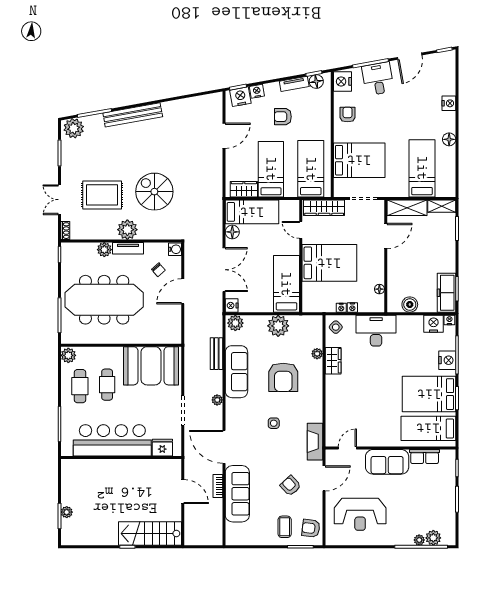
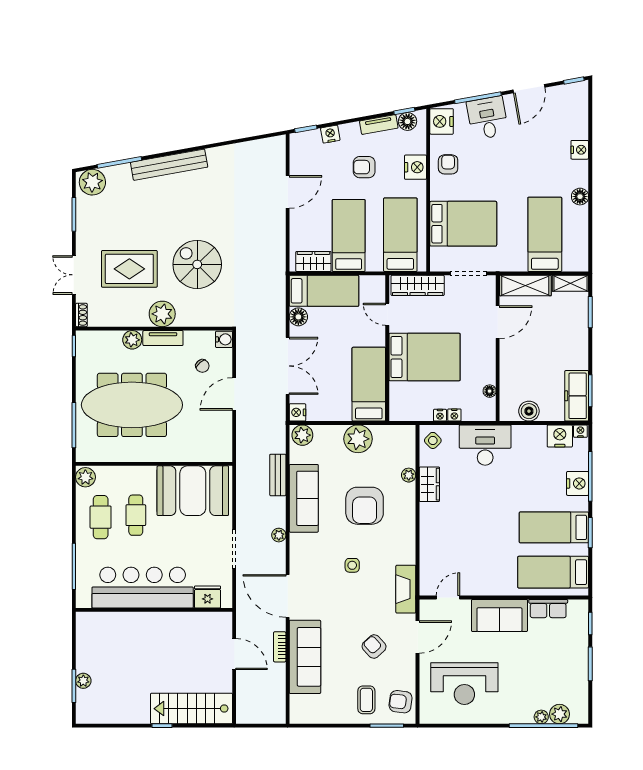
nightstand: (240, 97) -> (415, 167), moved, turned 100
bed: (429, 394) -> (554, 527), width x0.67

